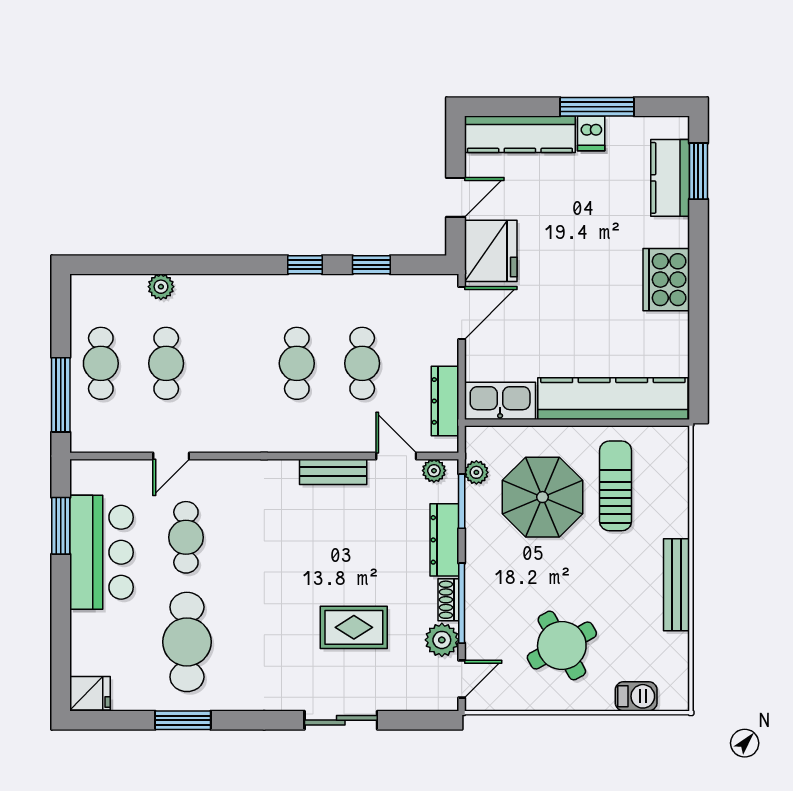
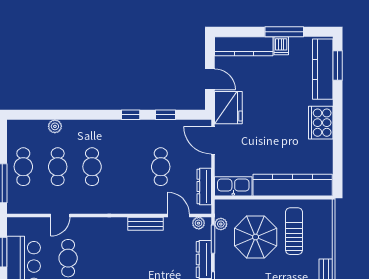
kitchen counter: (670, 178) -> (323, 69), width x1.50
door: (455, 197) -> (210, 79), hinge flipped
door: (462, 313) -> (213, 140), swing flipped
cafe table: (297, 363) -> (92, 167), moved

